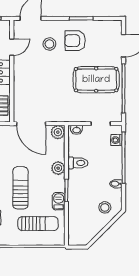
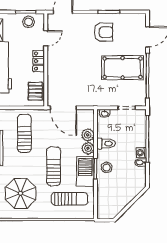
armchair: (75, 41) -> (103, 32), turned 180
stool: (49, 44) -> (80, 35), removed
plant: (58, 132) -> (88, 135), moved
washing machine: (116, 140) -> (141, 153), moved
barbecue: (59, 201) -> (85, 171), width x1.88, depth x1.53
stool: (105, 207) -> (107, 167), moved

